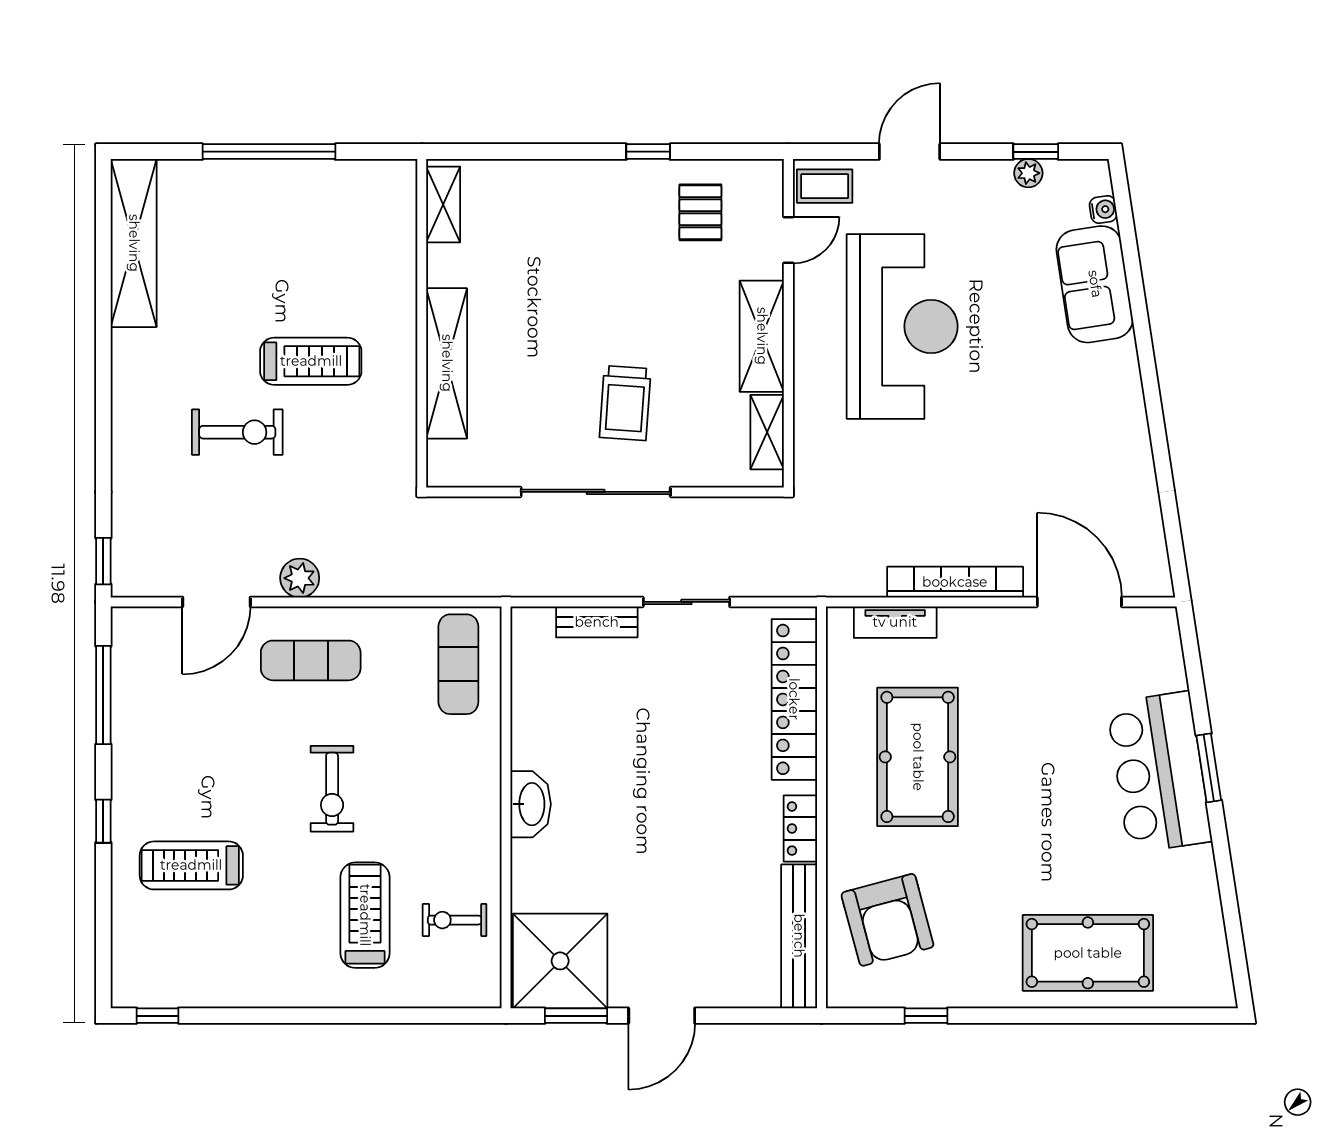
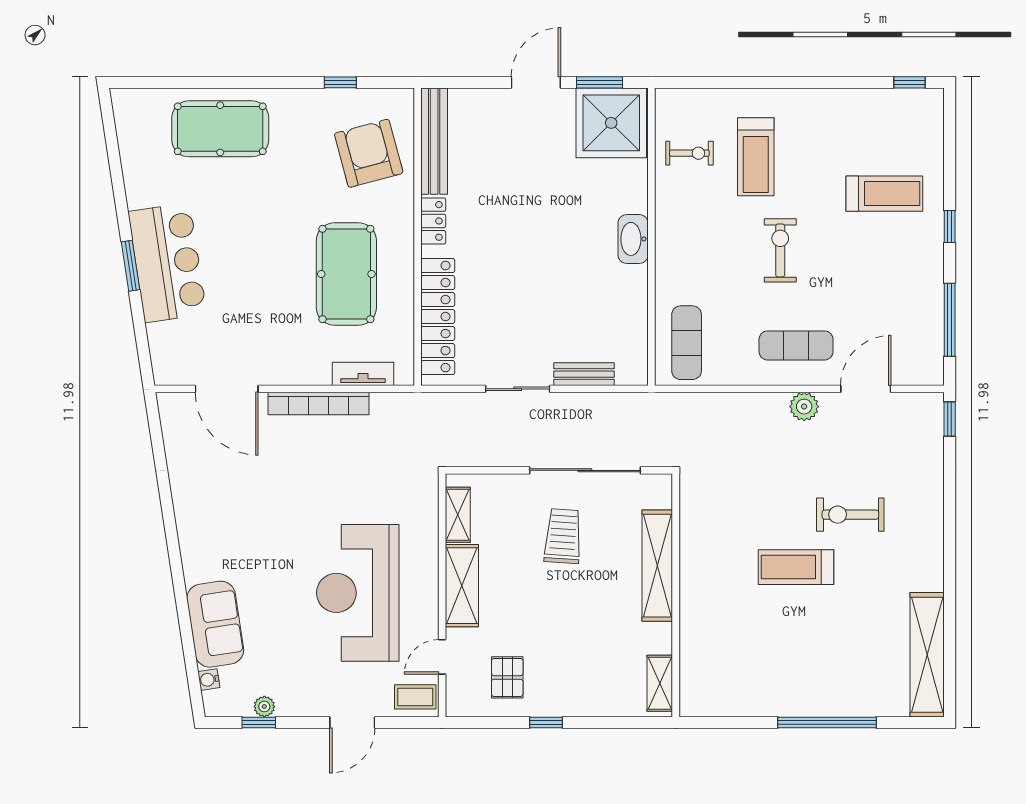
shelving: (443, 204) -> (660, 683), moved
wall: (422, 323) -> (676, 595), moved
shelving: (447, 363) -> (657, 566), moved

